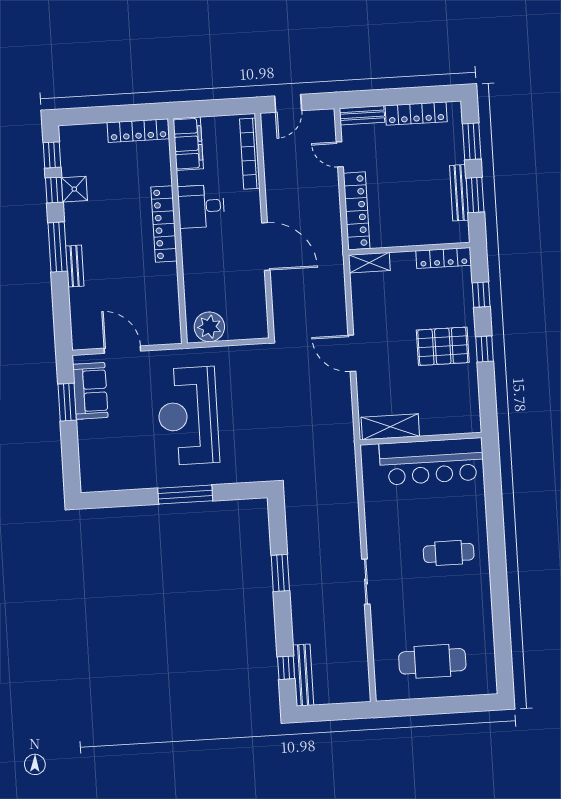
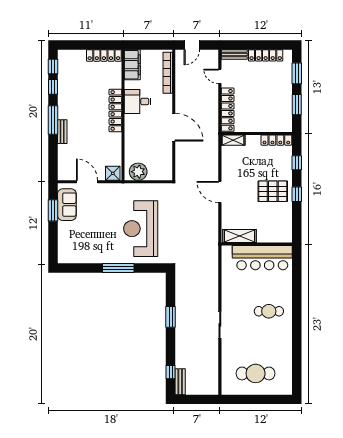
shower: (74, 189) -> (113, 173), moved
bench: (459, 193) -> (288, 103), removed
reception desk: (188, 416) -> (141, 229), moved
bench: (303, 675) -> (180, 382), width x0.73

